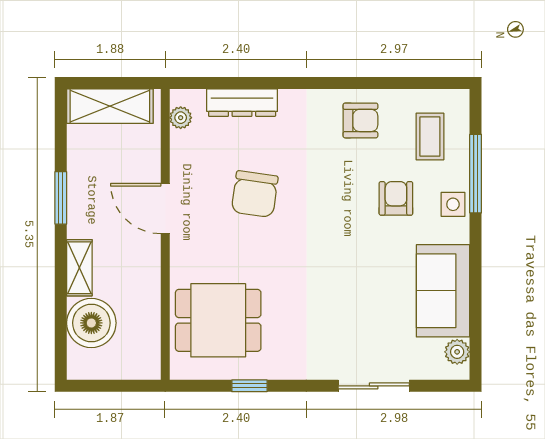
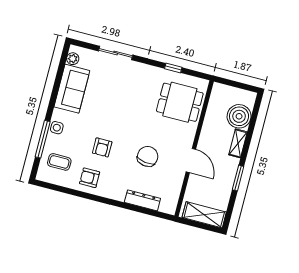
plant: (181, 118) -> (173, 201), removed
coffee table: (430, 136) -> (59, 162), turned 90
armchair: (396, 198) -> (102, 147), moved

